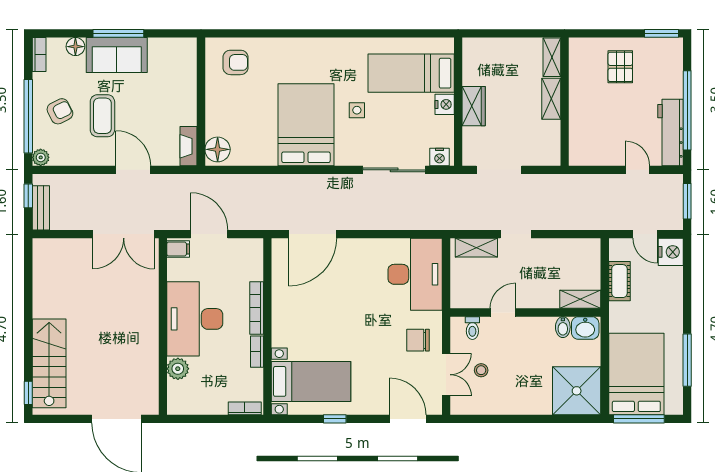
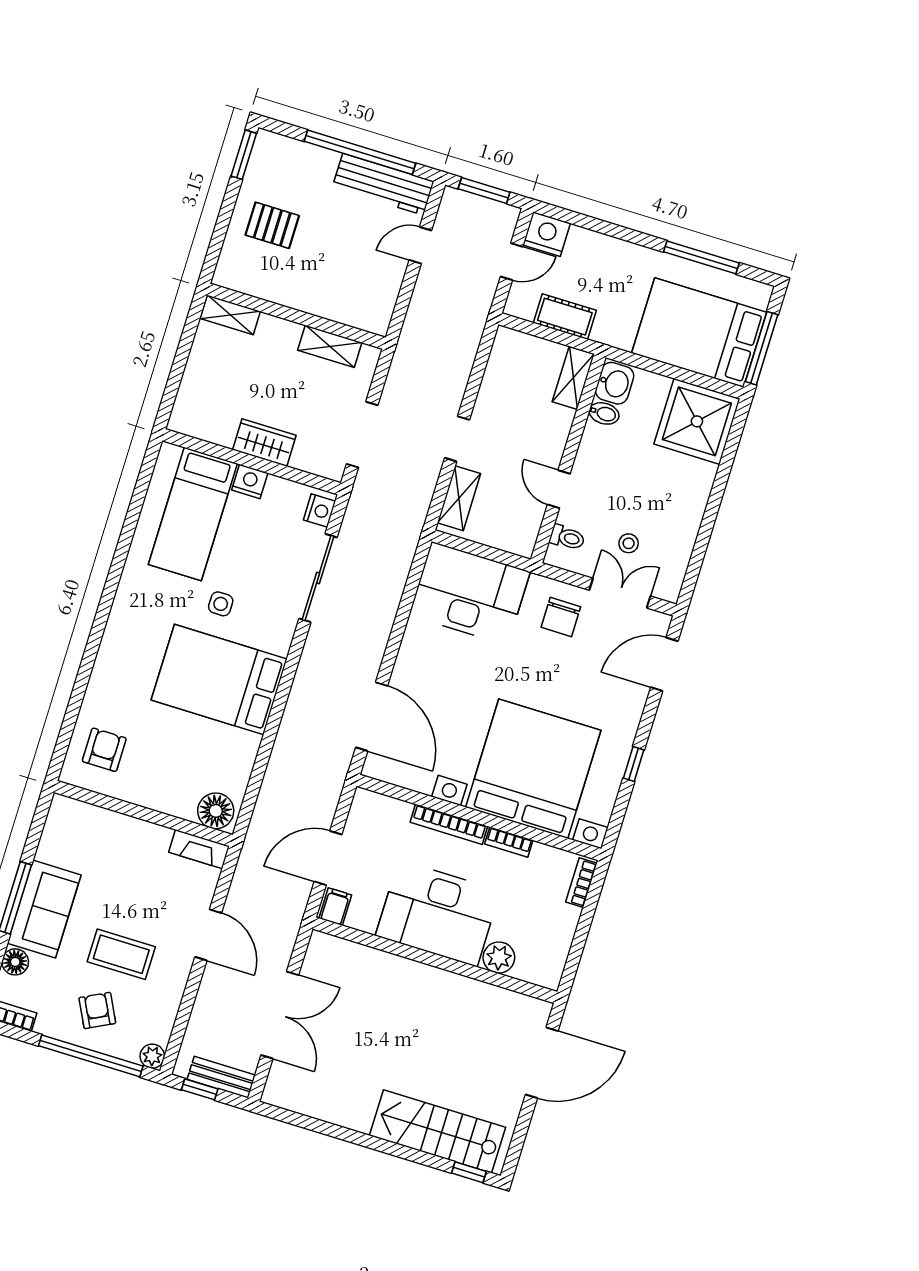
shelving: (551, 99) -> (330, 346), moved
door: (133, 170) -> (208, 935), swing flipped
double door: (124, 234) -> (280, 1015), moved
bed with nightstands: (311, 381) -> (533, 769), width x1.85

